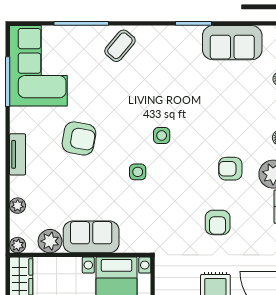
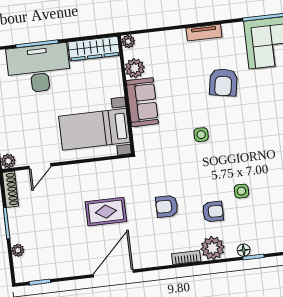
side table: (162, 136) -> (241, 191), moved
armchair: (230, 169) -> (213, 212), turned 90
plant: (18, 206) -> (161, 38), removed

